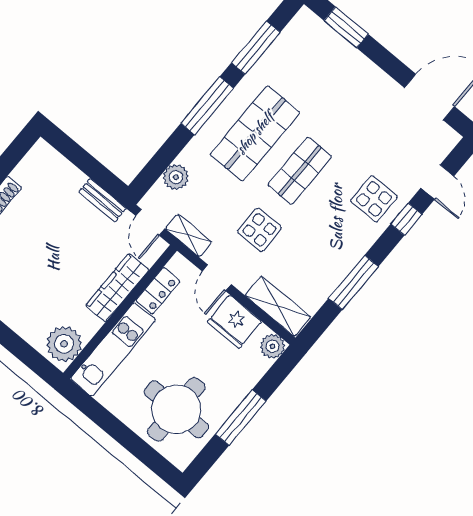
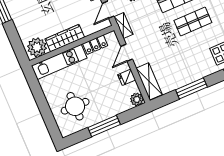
display table: (259, 230) -> (159, 40), removed
wardrobe: (117, 288) -> (65, 38), moved
fridge: (234, 322) -> (127, 77), width x0.53, depth x0.75
round table: (176, 409) -> (75, 106), width x0.73, depth x0.73

